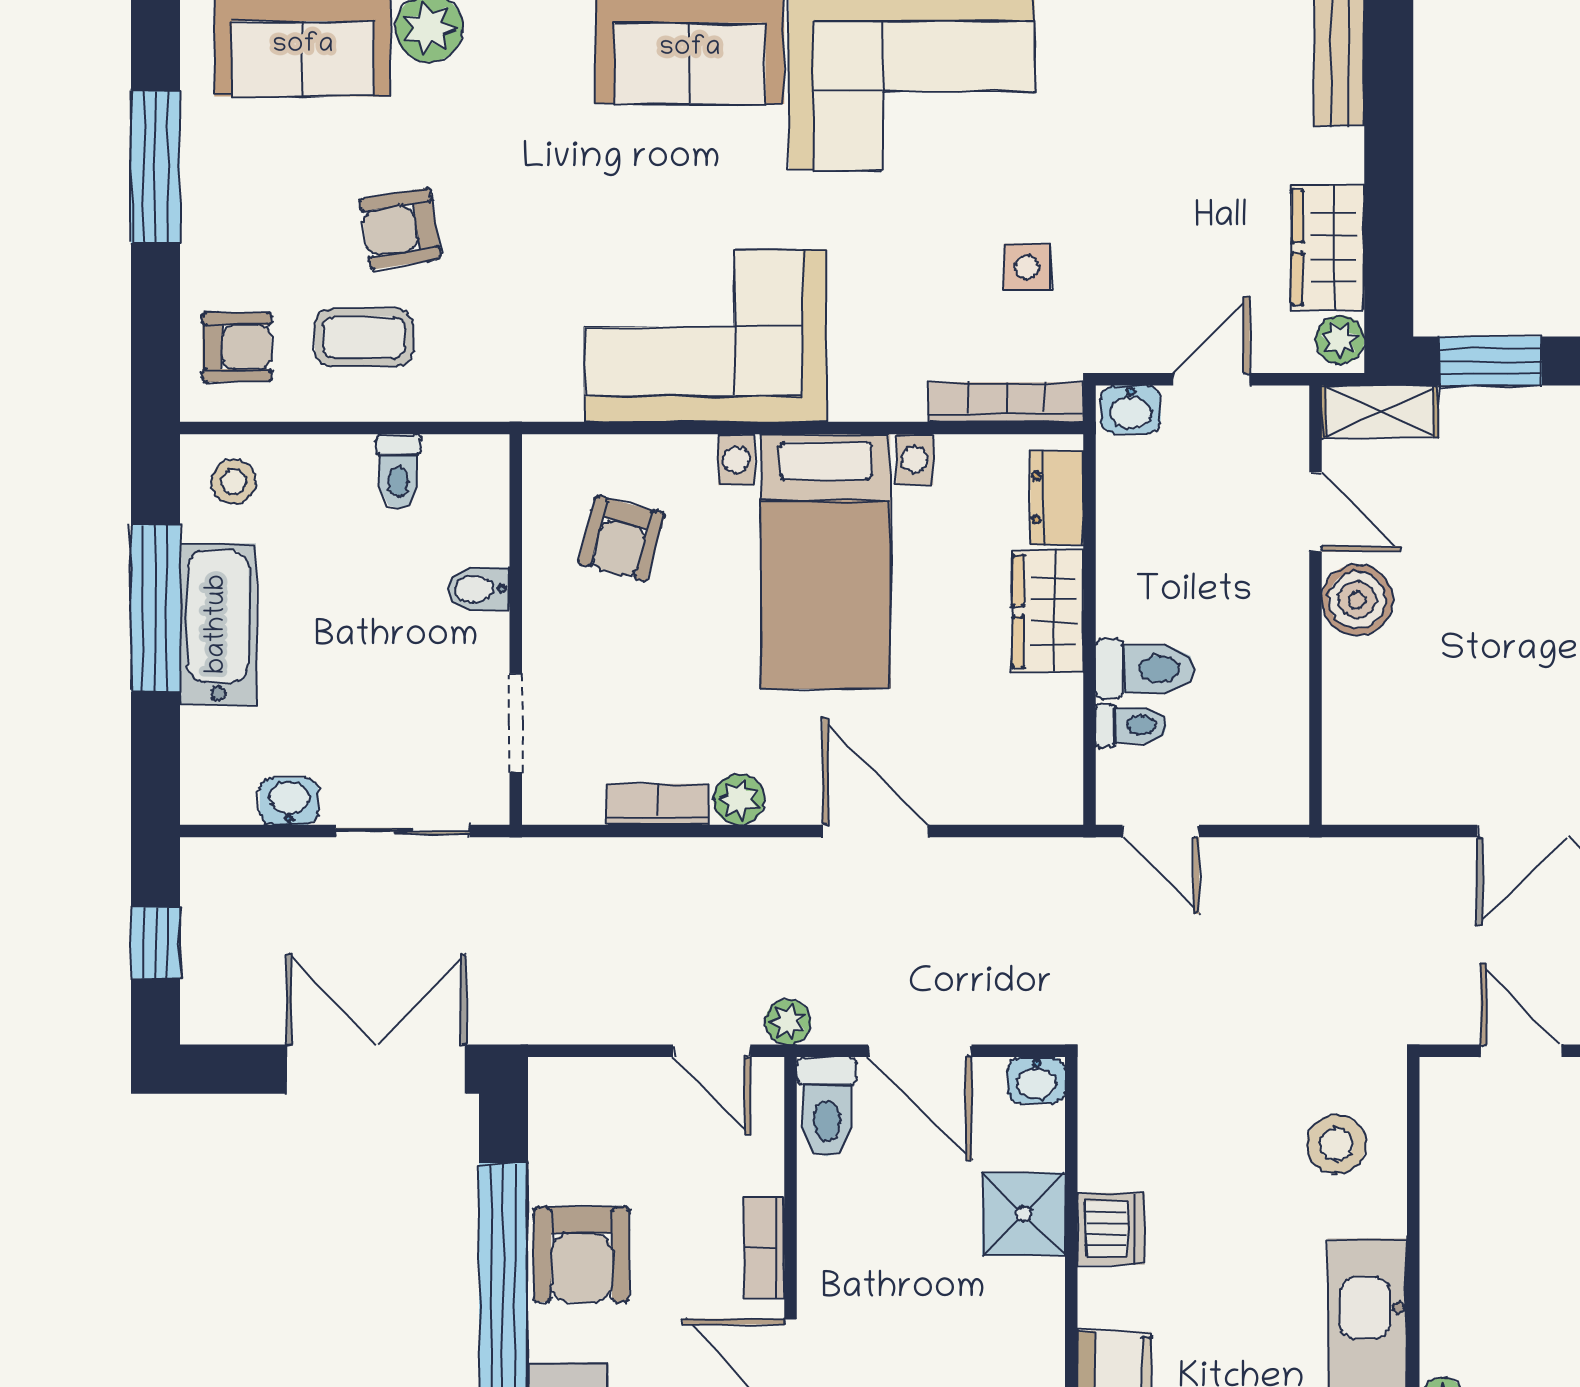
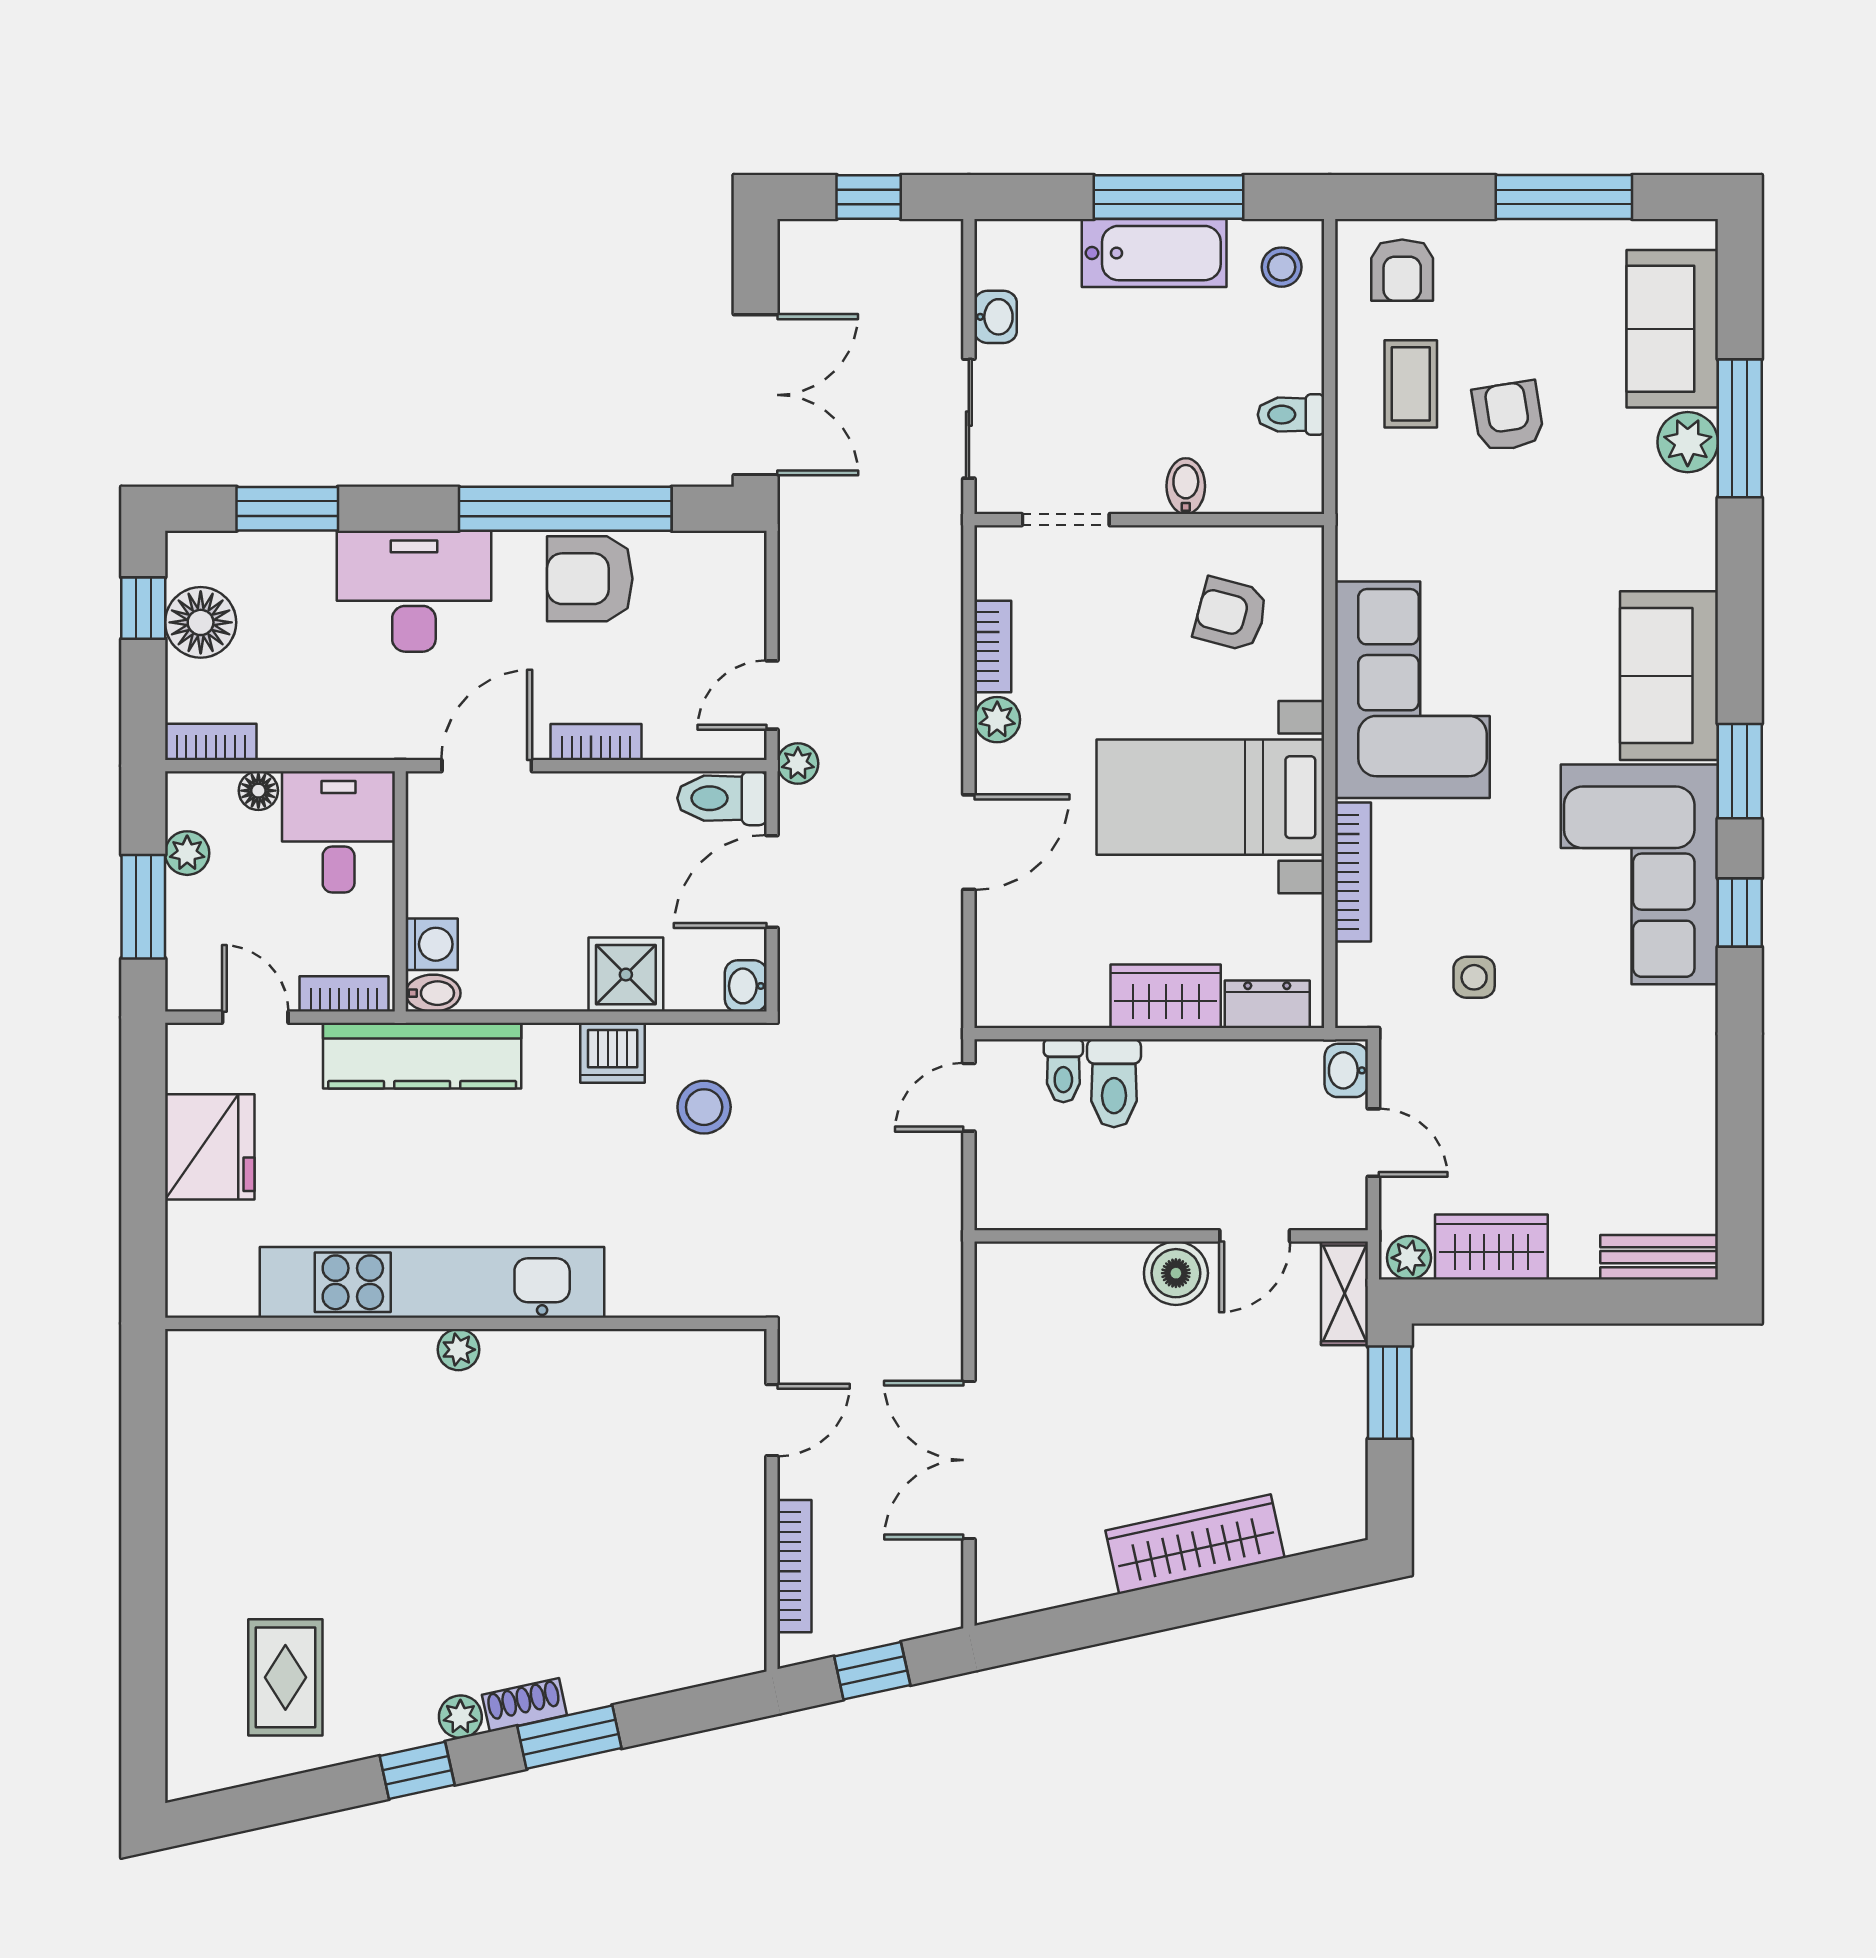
bookcase: (1006, 402) -> (1353, 872), moved
stool: (1336, 1144) -> (704, 1107), moved

